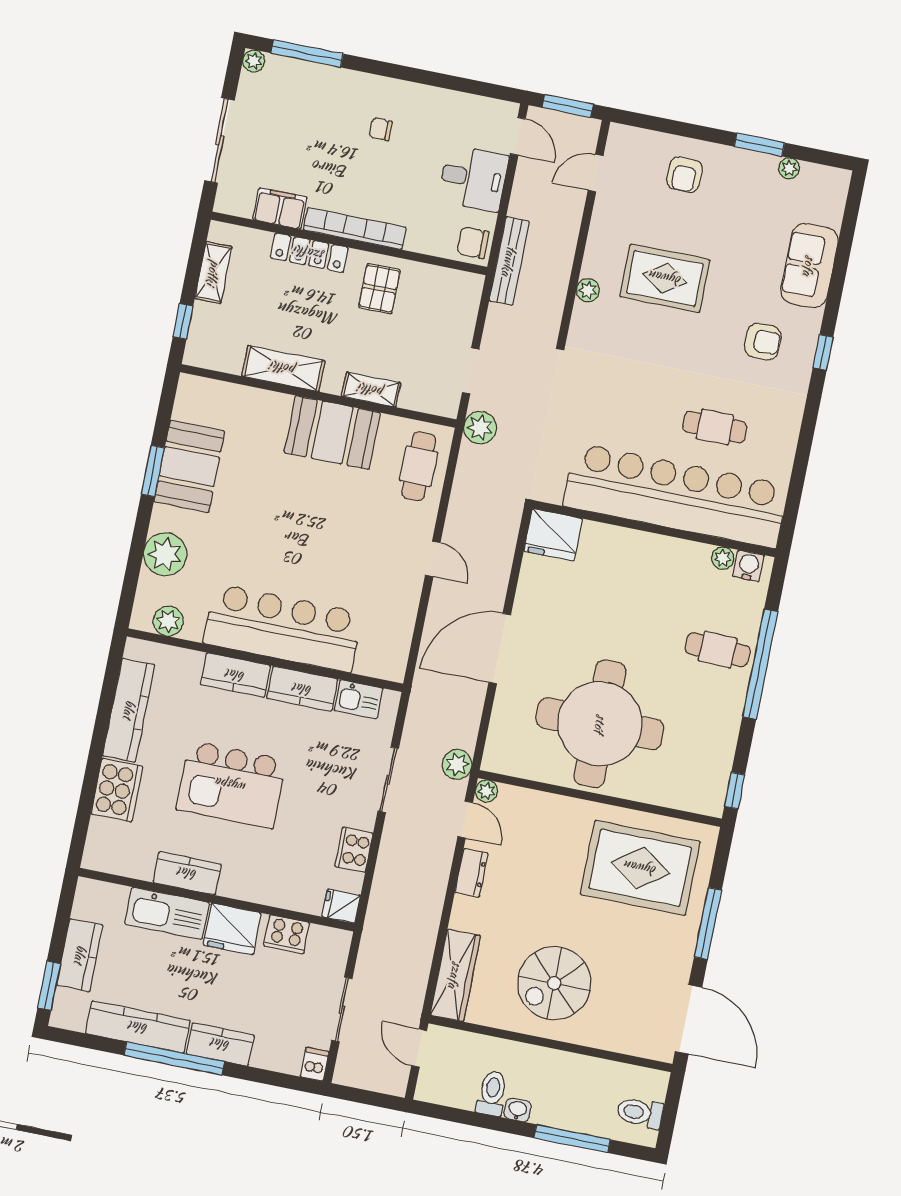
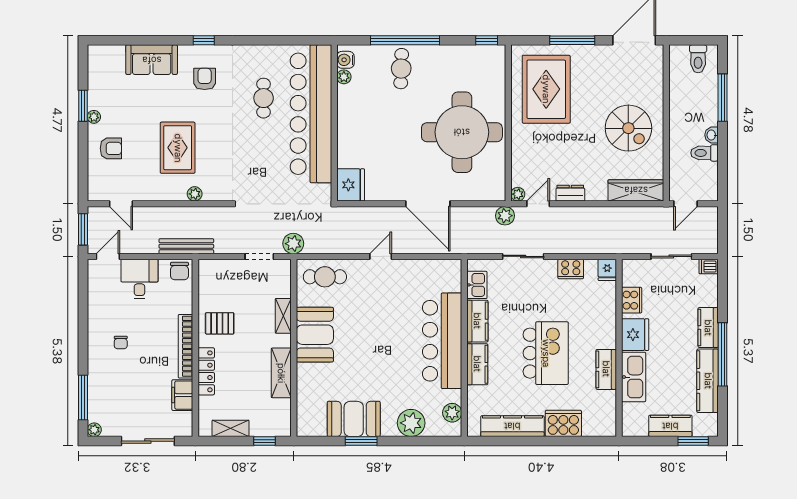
plant: (789, 168) -> (94, 117), moved

